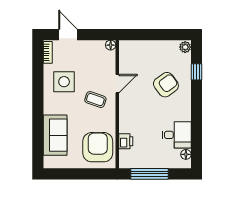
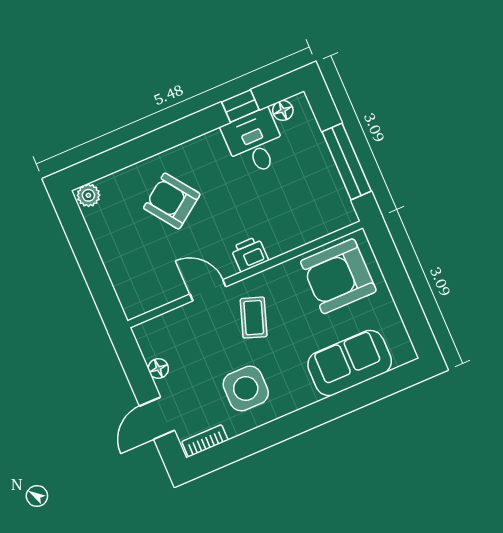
floor lamp: (111, 45) -> (158, 368), moved
window: (196, 72) -> (240, 106), moved
printer: (126, 141) -> (249, 254), moved

